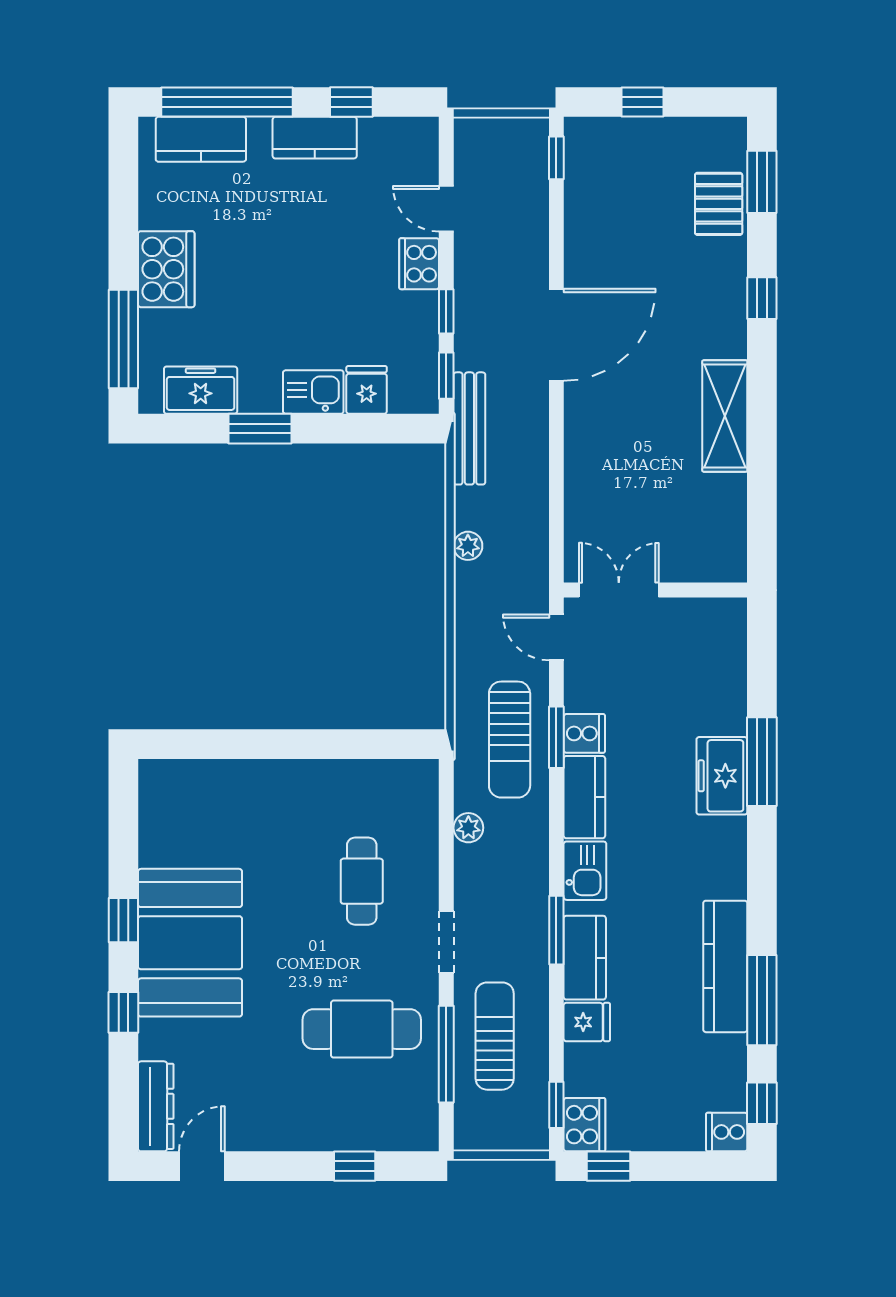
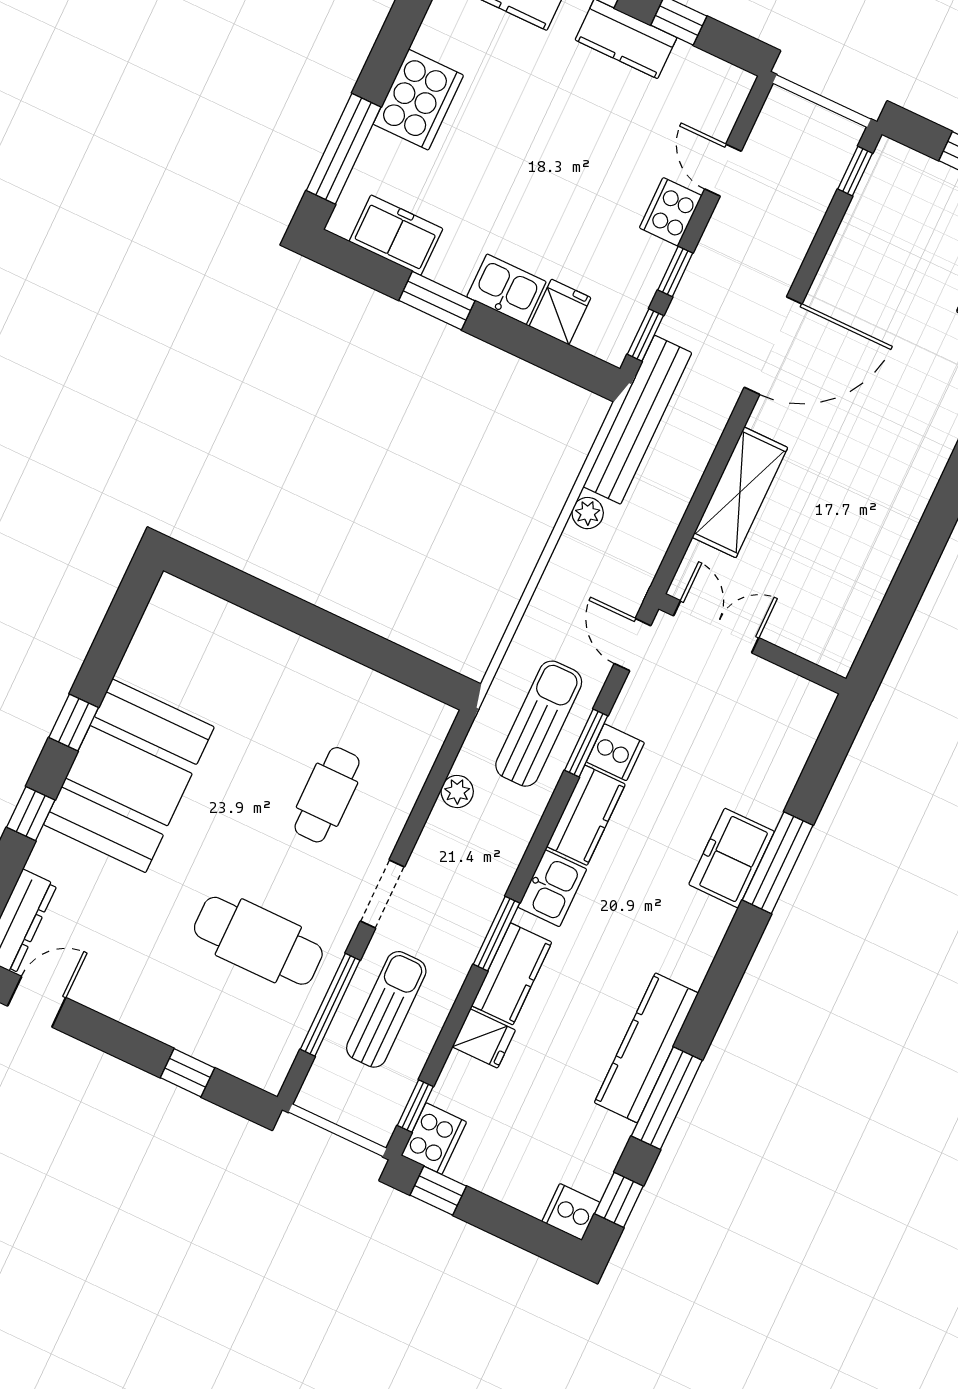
shelving: (725, 416) -> (740, 492), moved
bench: (469, 428) -> (637, 420), width x1.37, depth x1.21
sun lounger: (510, 740) -> (539, 724), turned 180

